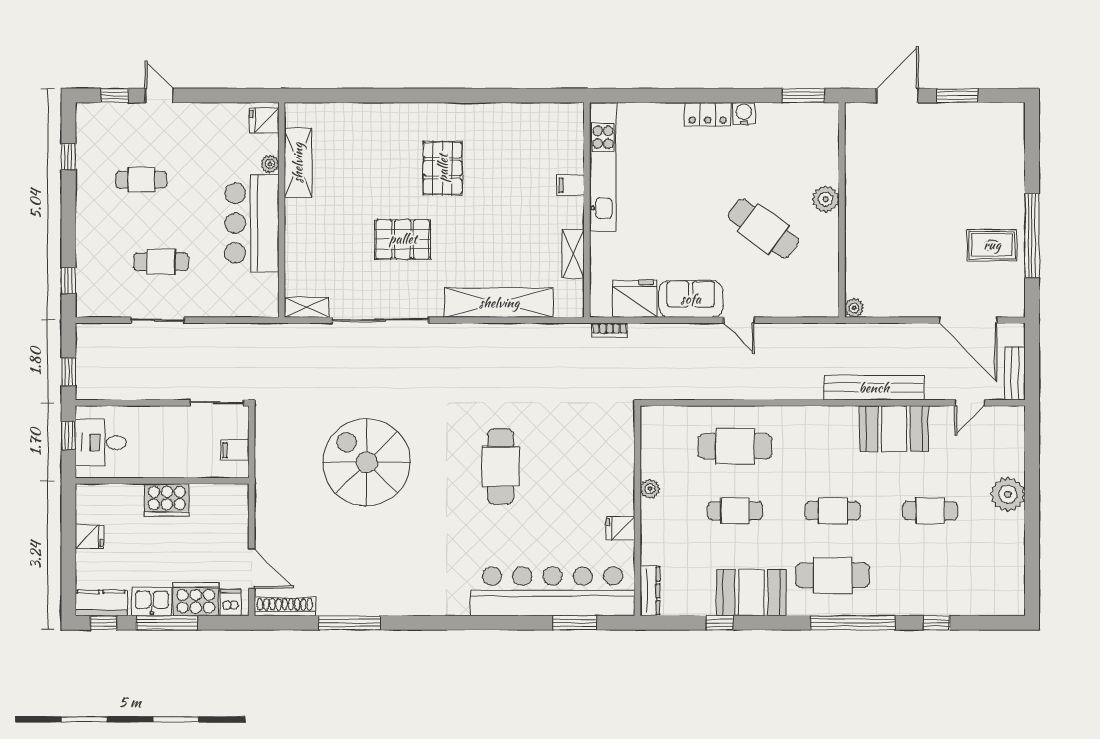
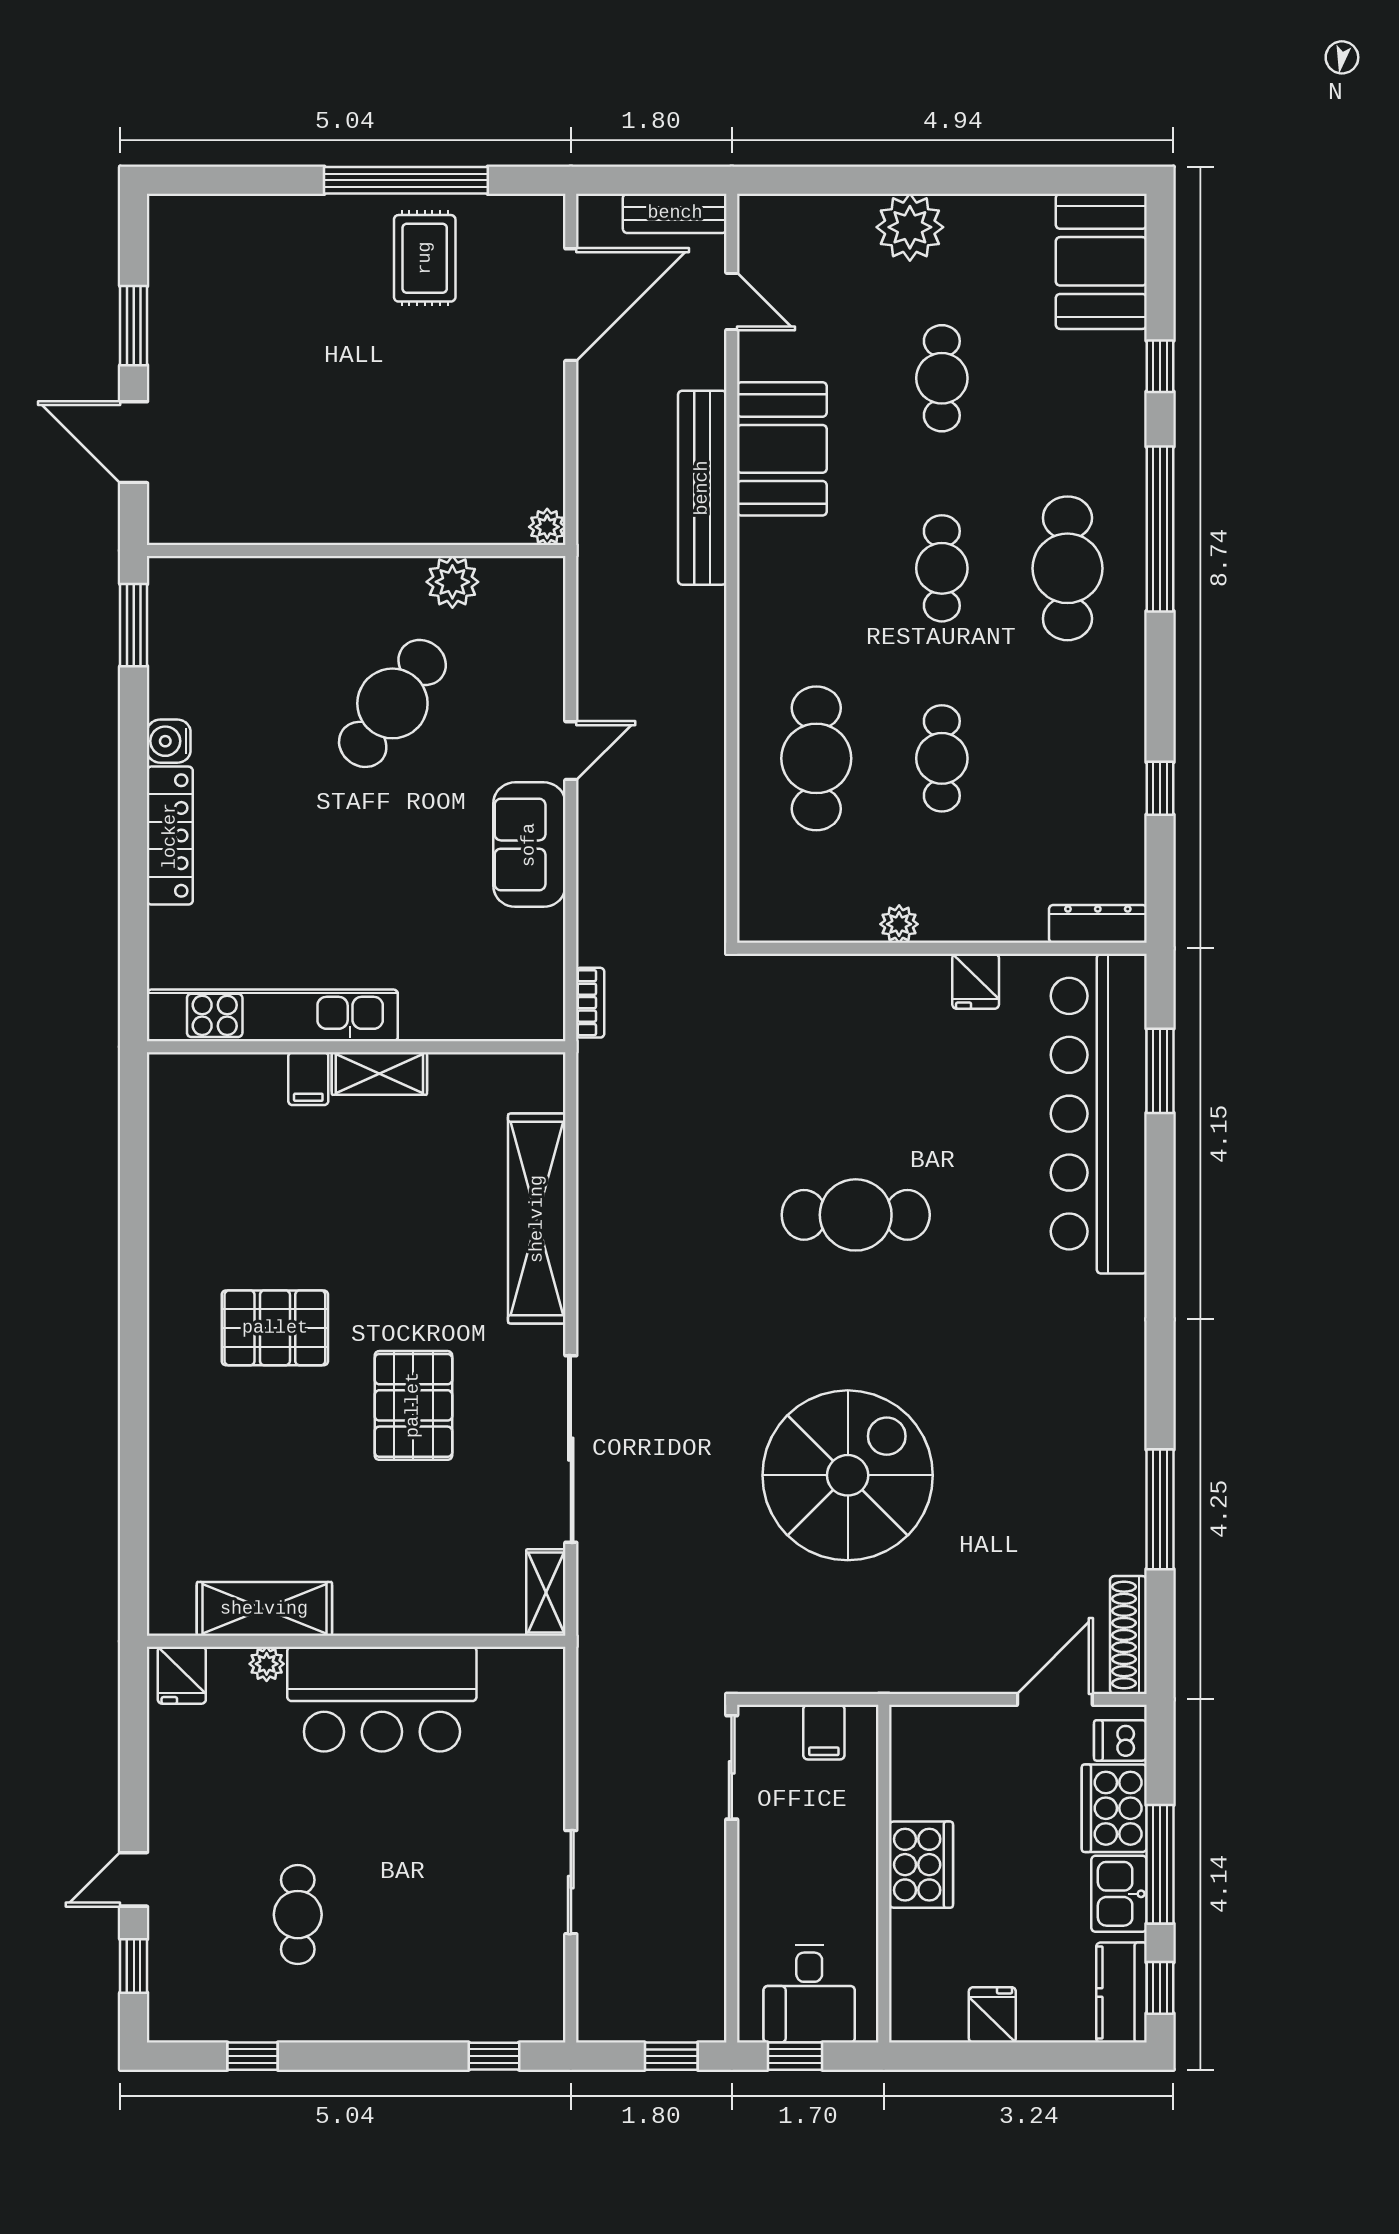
locker: (708, 114) -> (170, 836), width x1.53
plant: (826, 199) -> (452, 582), moved
shelving: (573, 254) -> (379, 1073), moved
cafe table: (161, 262) -> (457, 1876), removed
fridge: (635, 299) -> (529, 953), removed
spiral stairs: (367, 462) -> (848, 1475), turned 180
booth: (751, 593) -> (1101, 261), moved

